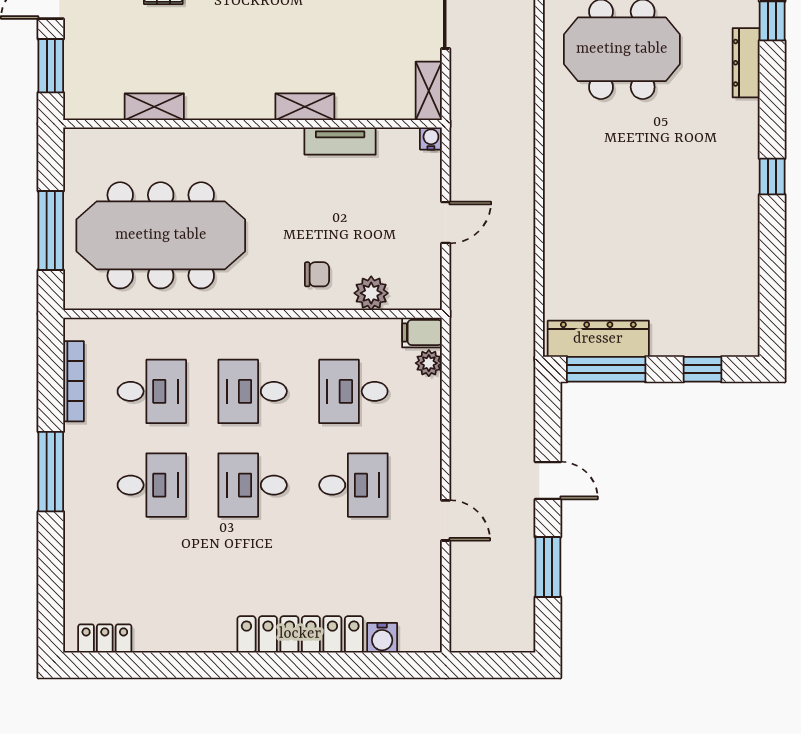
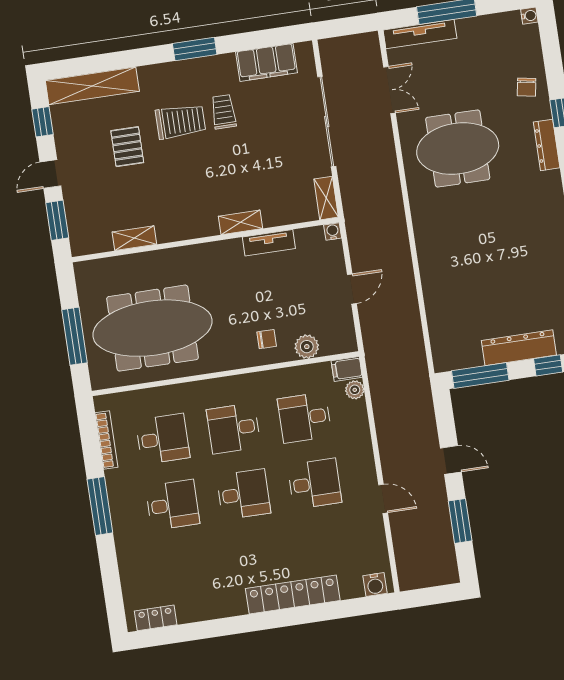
dresser: (598, 339) -> (519, 348), moved
desk: (253, 485) -> (243, 494), turned 180
water cooler: (382, 638) -> (375, 585), moved

